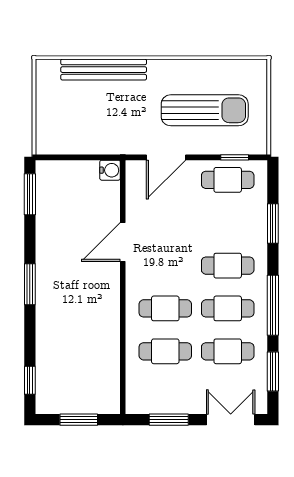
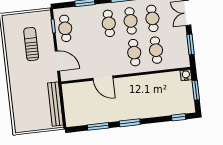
bench: (104, 70) -> (55, 104), moved
sun lounger: (205, 110) -> (31, 44), width x0.73, depth x0.75
water cooler: (110, 170) -> (186, 75), moved
window: (30, 194) -> (98, 126), moved

